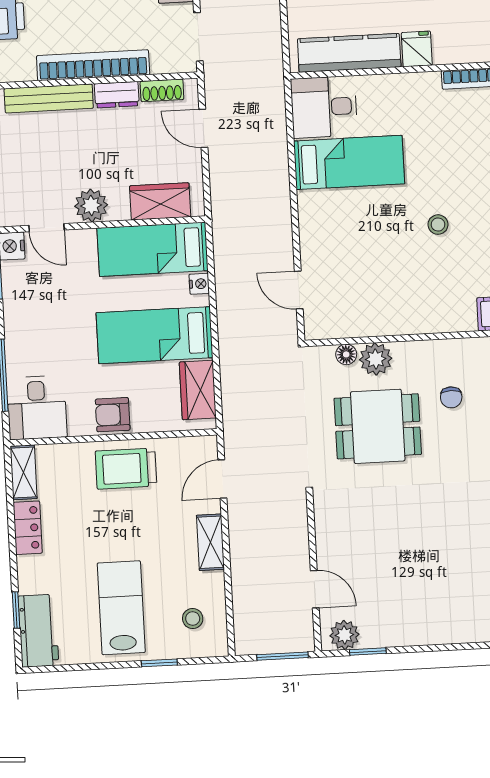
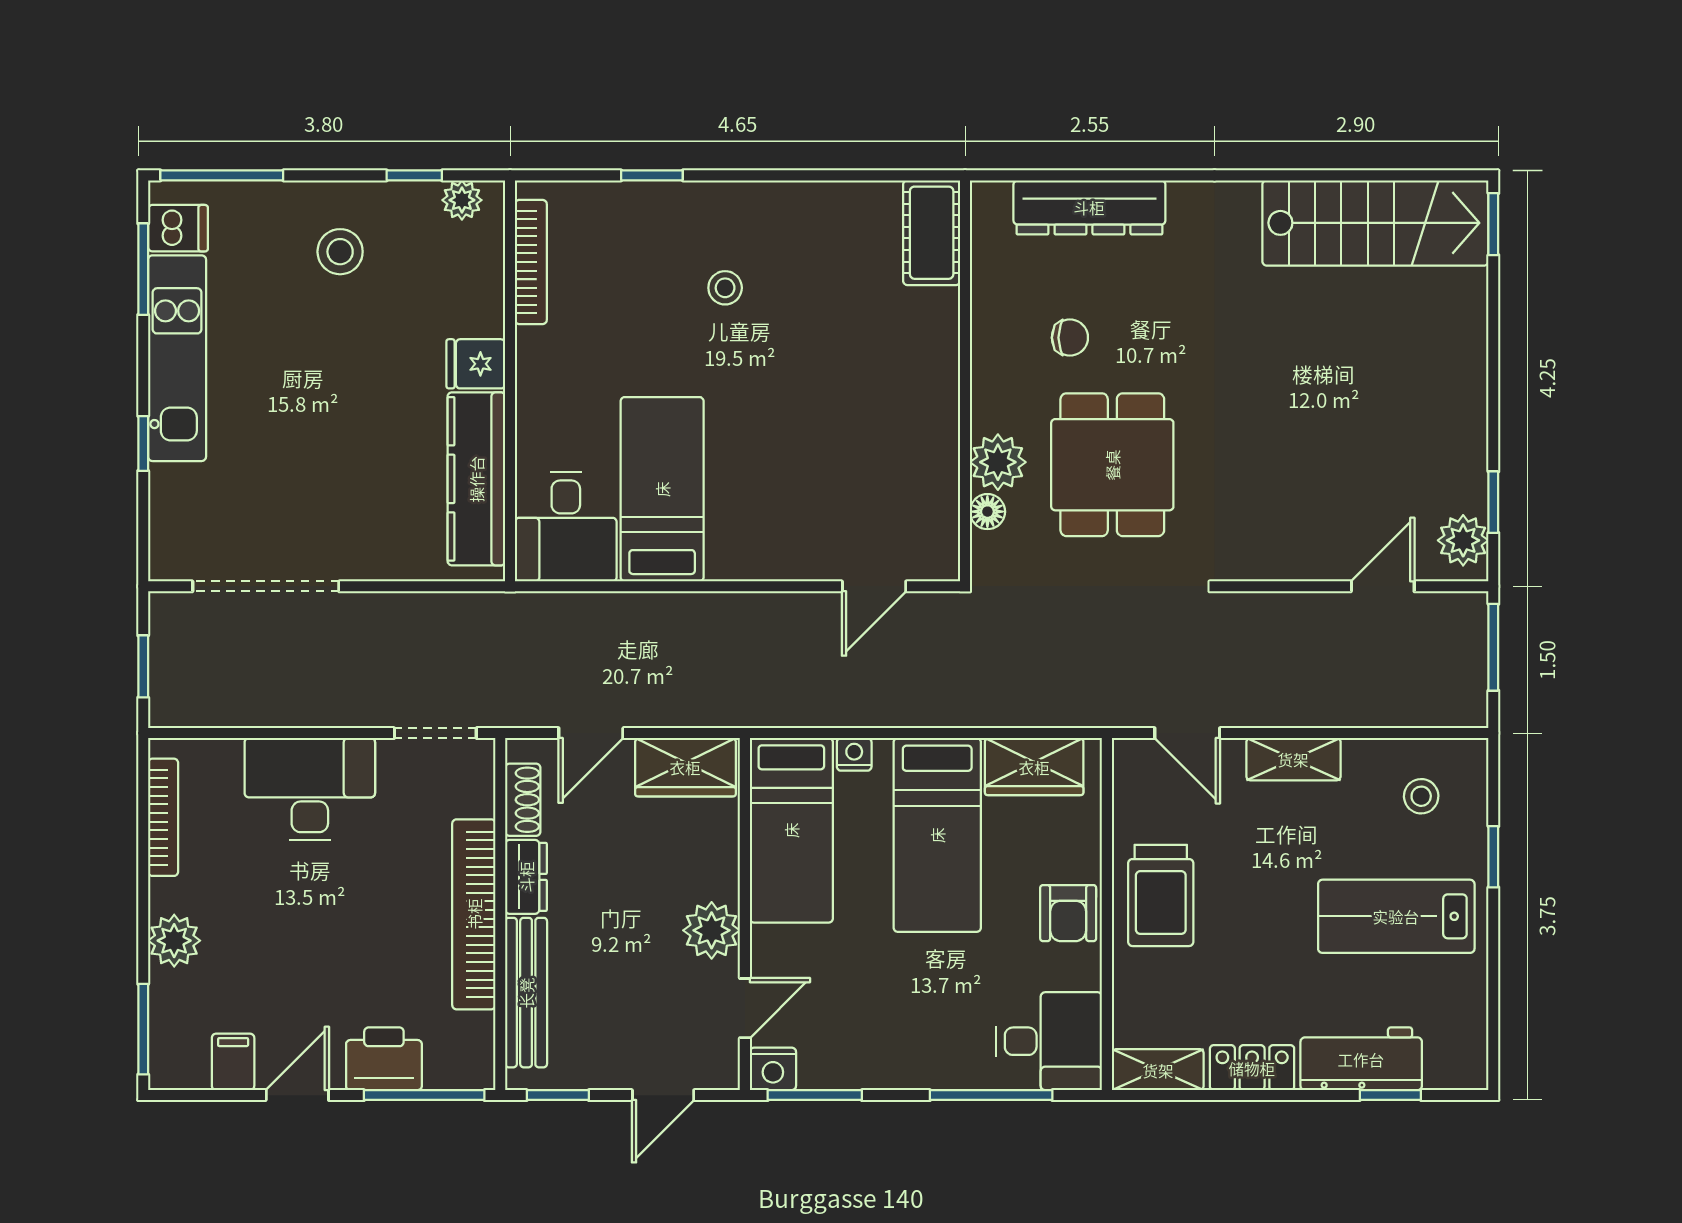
wardrobe: (160, 201) -> (685, 767), moved, turned -90
stool: (438, 225) -> (725, 288), moved
workbench: (38, 631) -> (1361, 1059), moved

